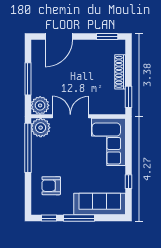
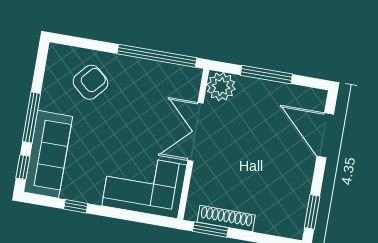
shoe rack: (120, 72) -> (226, 218), moved
double door: (70, 116) -> (195, 132), swing flipped
plant: (41, 128) -> (186, 81), removed
armchair: (51, 186) -> (90, 82), turned 41
window: (49, 218) -> (23, 167), moved

